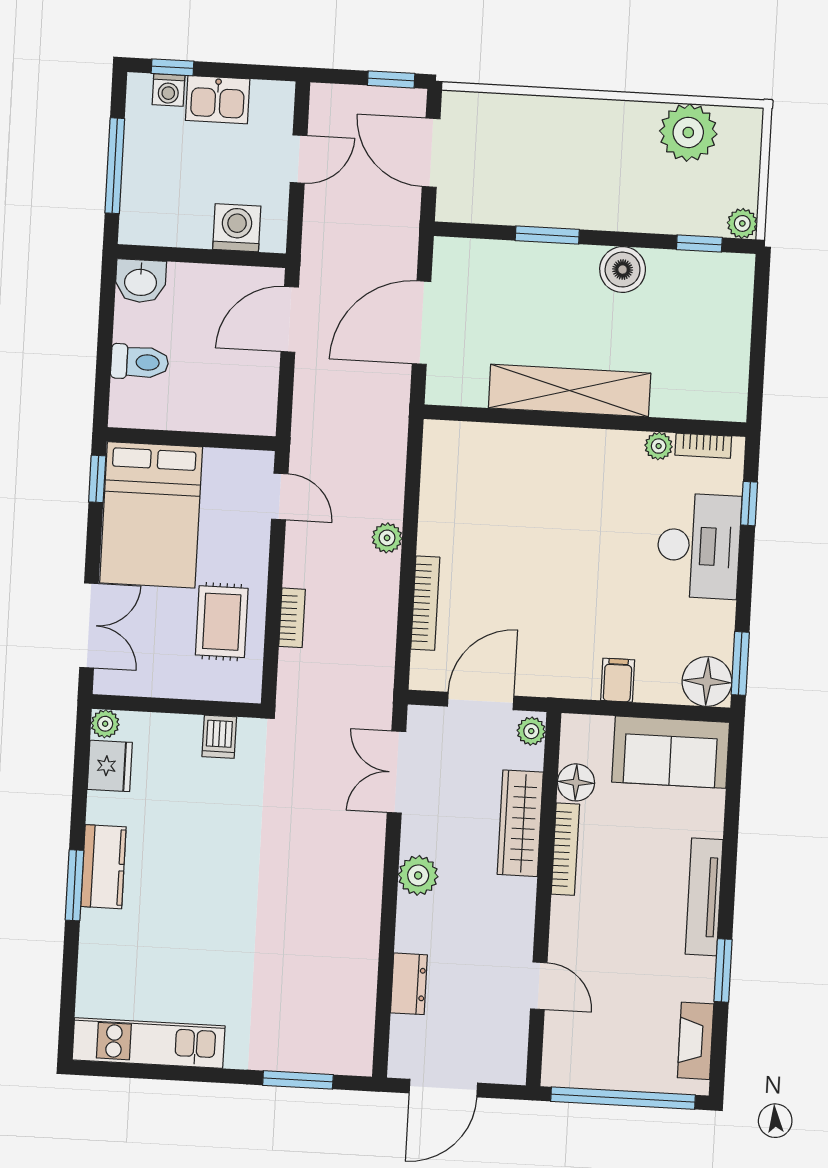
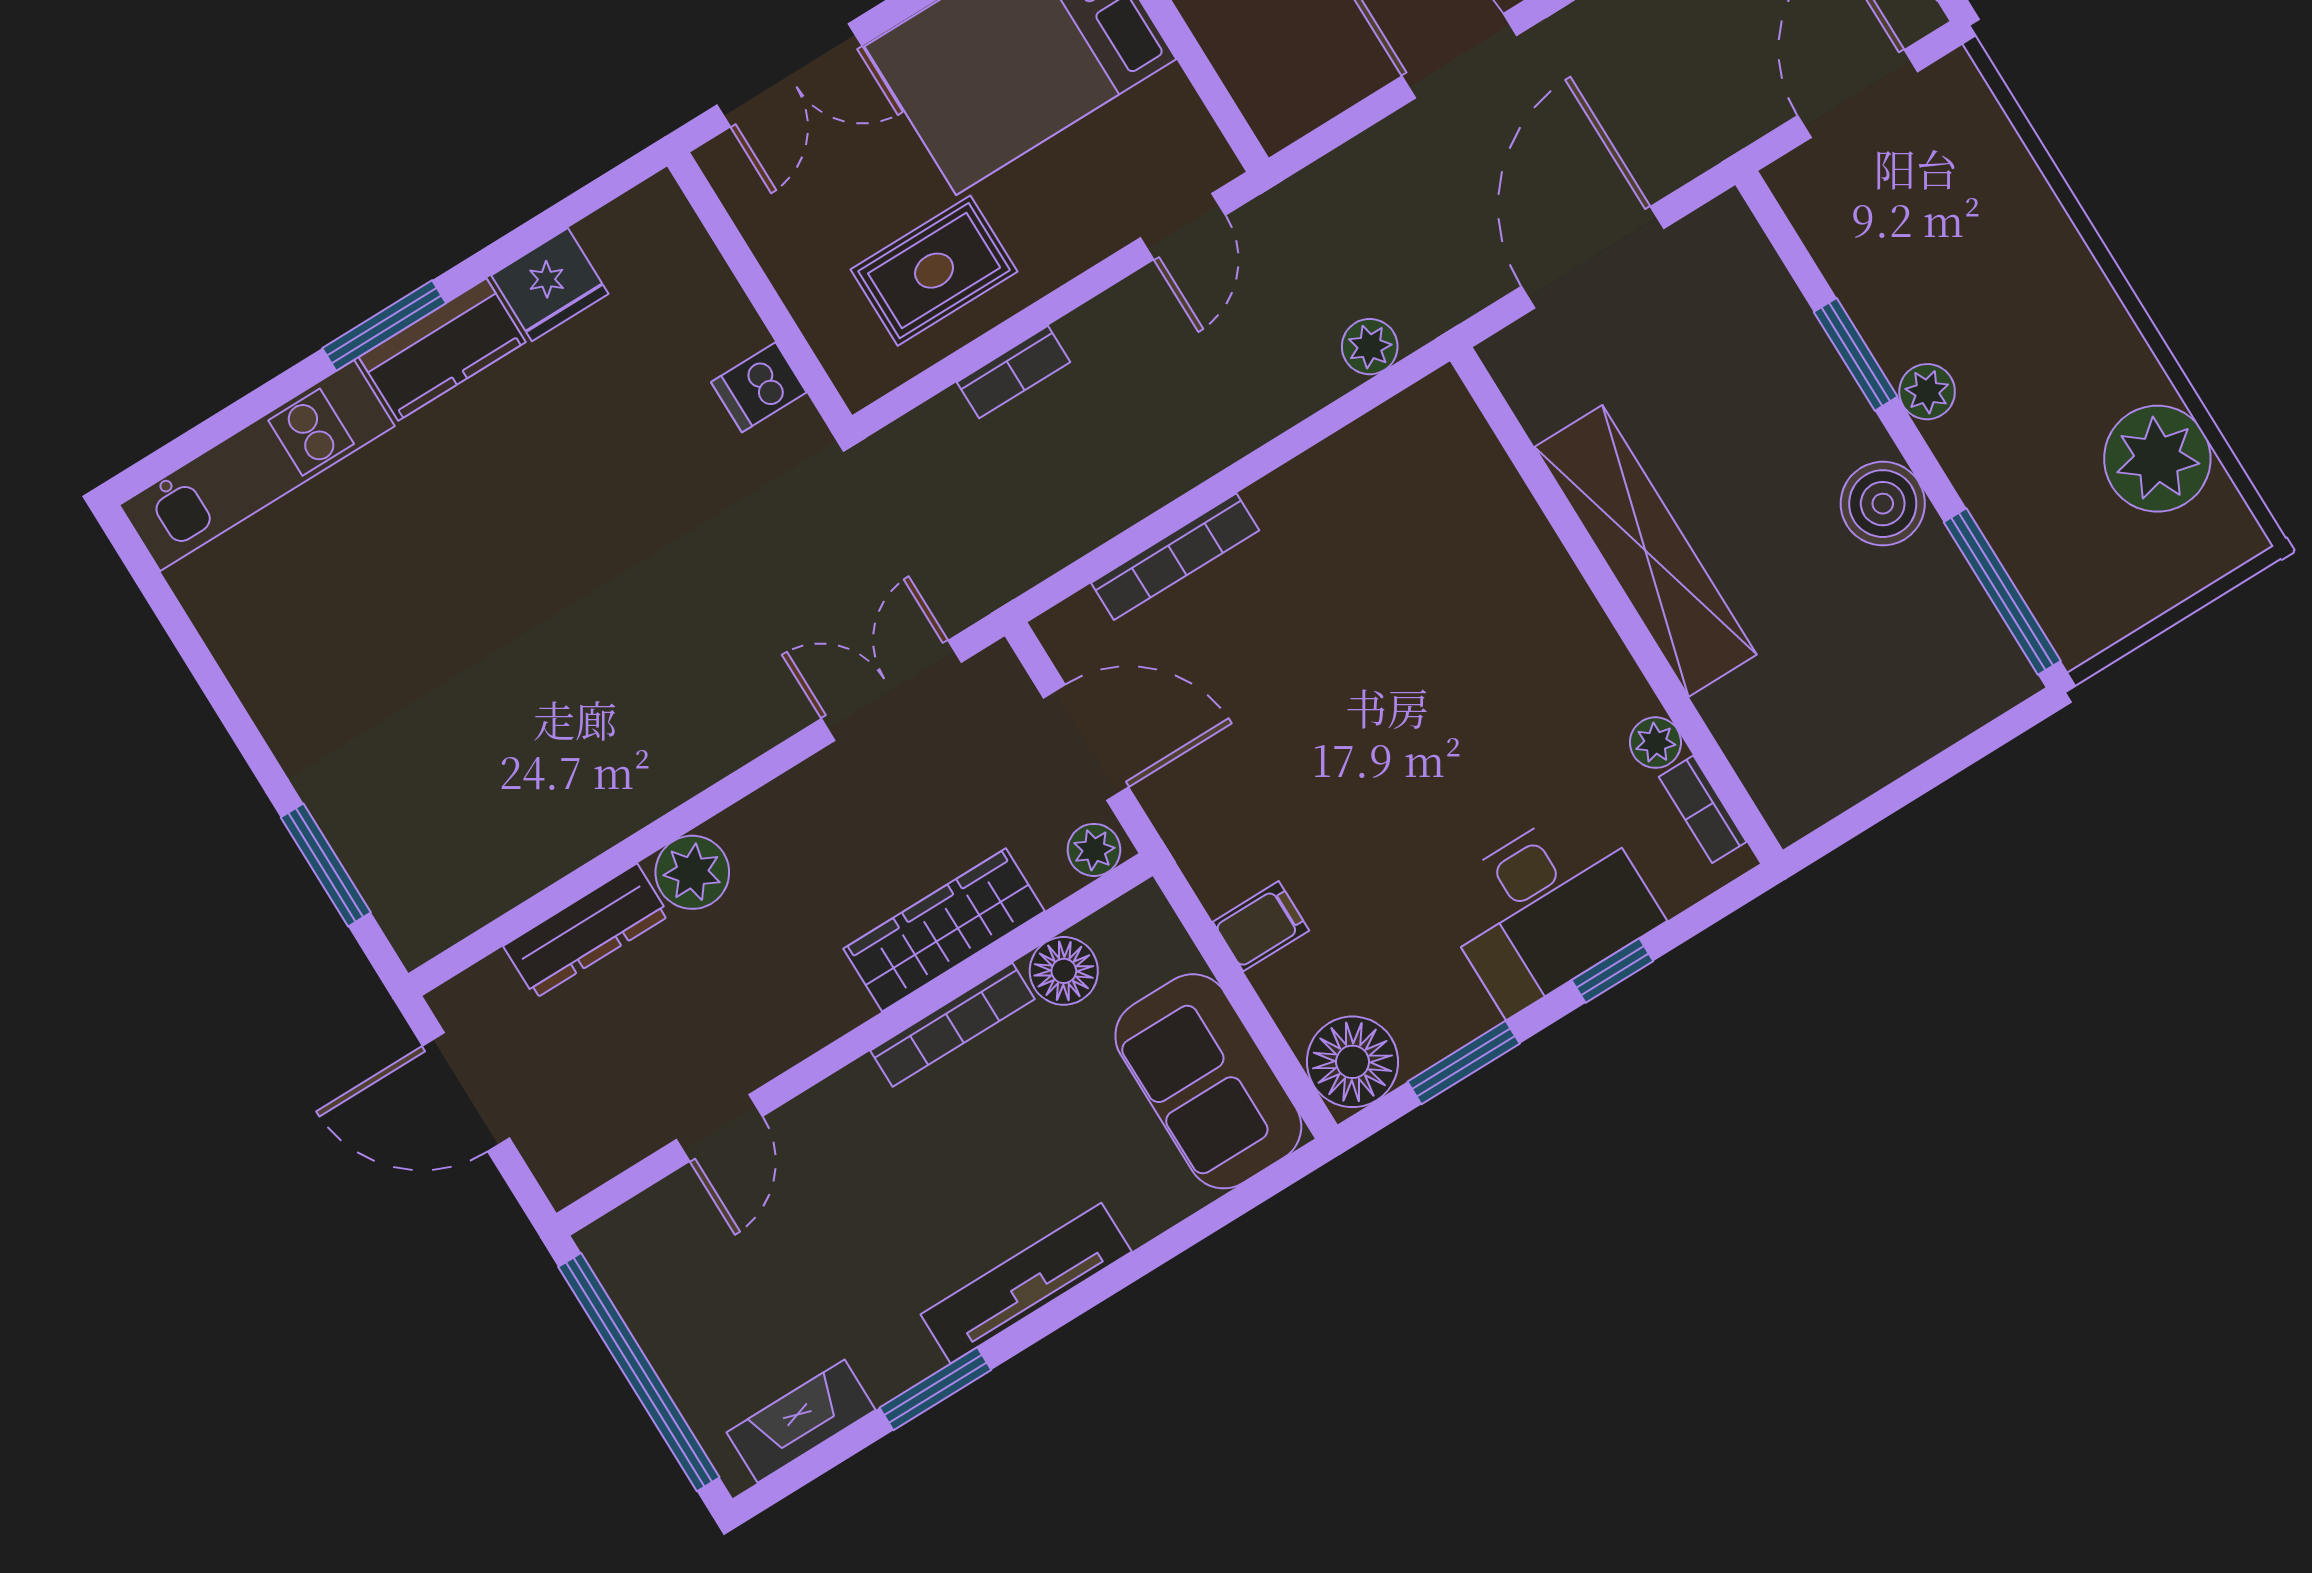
plant: (742, 223) -> (1927, 392), moved
window: (699, 244) -> (2002, 592), width x2.17
door: (422, 323) -> (1593, 257), hinge flipped
window: (749, 504) -> (1612, 971), moved
plant: (387, 538) -> (1370, 347), moved
window: (740, 663) -> (1464, 1063), moved
plant: (105, 724) -> (659, 202), removed
fridge: (110, 766) -> (550, 285), moved
plant: (418, 875) -> (692, 872), moved
dresser: (409, 984) -> (586, 931), width x1.44
kitchen unit: (149, 1043) -> (257, 466), moved, turned 90

